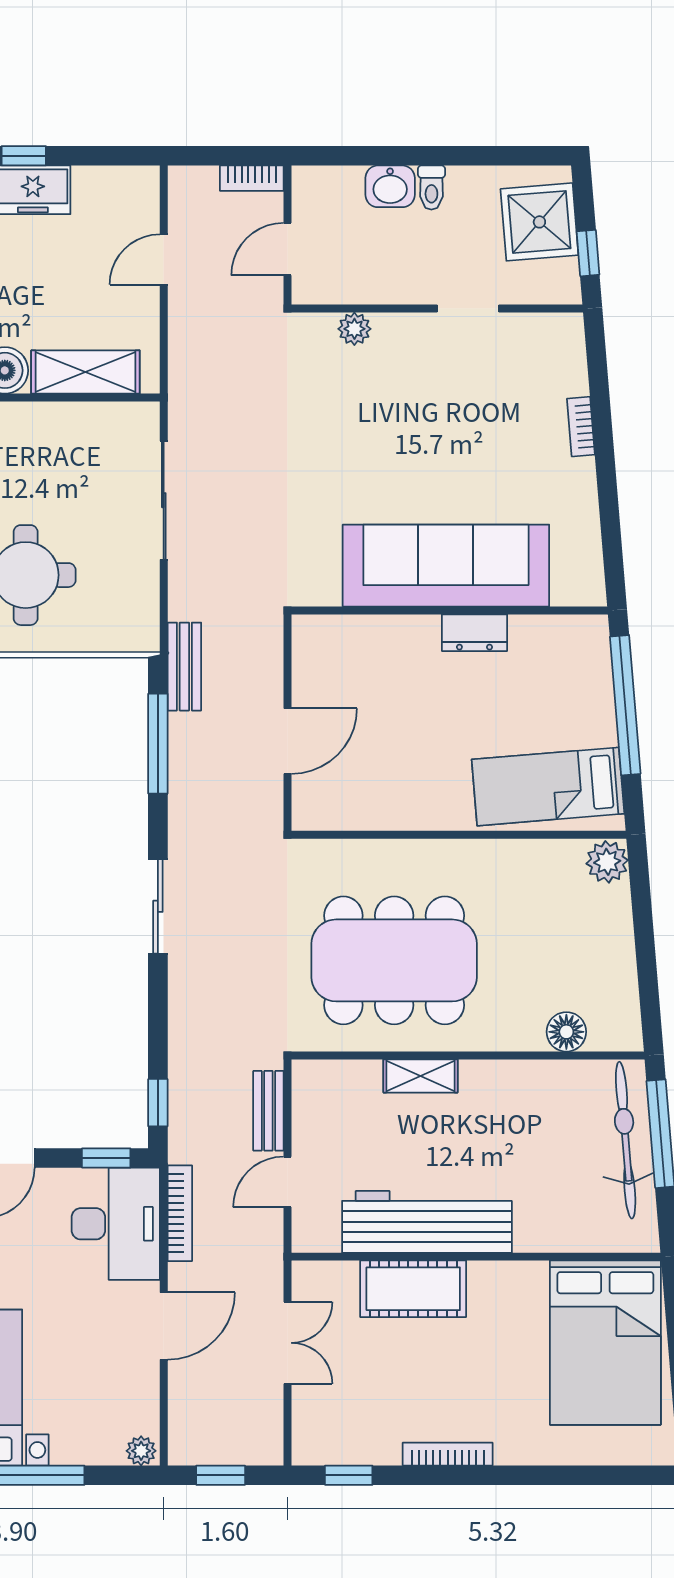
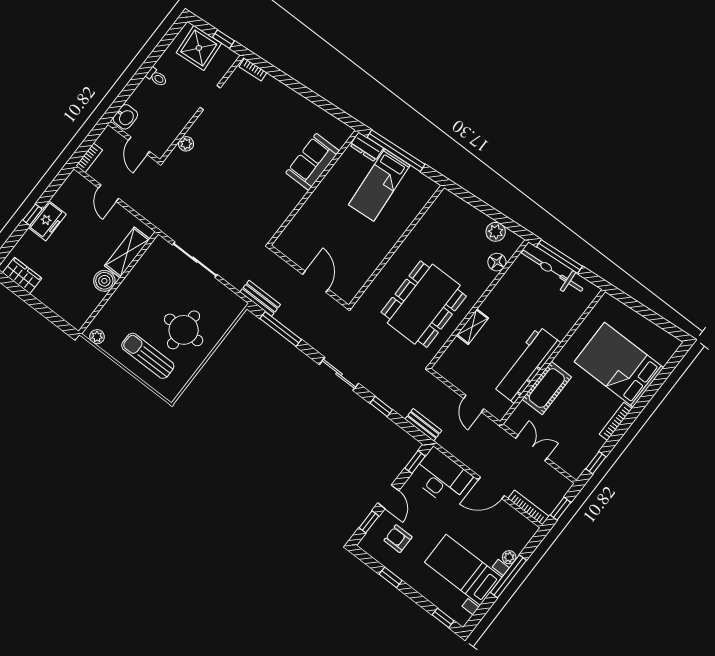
bookcase: (252, 178) -> (89, 158), moved
washbasin: (390, 186) -> (125, 117), moved
bookcase: (581, 427) -> (253, 70), moved
sofa: (446, 566) -> (313, 162), width x0.54, depth x0.79
dresser: (474, 633) -> (367, 147), moved, turned 85
bed: (548, 787) -> (379, 185), moved
plant: (607, 862) -> (496, 232), moved
window: (158, 1103) -> (381, 407), moved
bench: (268, 1111) -> (423, 425), moved
bookcase: (180, 1213) -> (529, 507), moved
door: (164, 1326) -> (491, 488), swing flipped
bed: (605, 1343) -> (619, 365), moved, turned 180
plant: (141, 1451) -> (509, 557), moved

